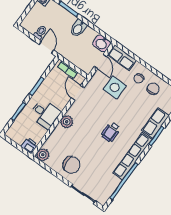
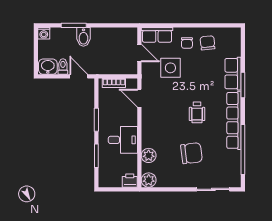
bidet: (78, 28) -> (83, 37), moved
washbasin: (102, 43) -> (48, 67), moved, turned 180
plant: (67, 122) -> (149, 155), moved
chair: (71, 165) -> (191, 153), moved

